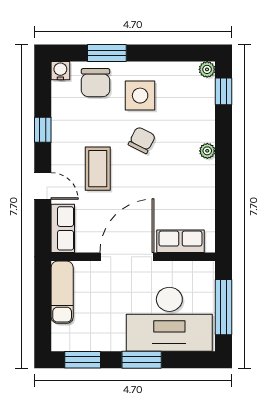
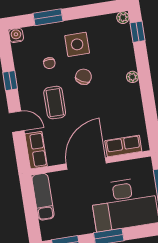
chair: (95, 83) -> (49, 63), moved, width x0.54, depth x0.54

